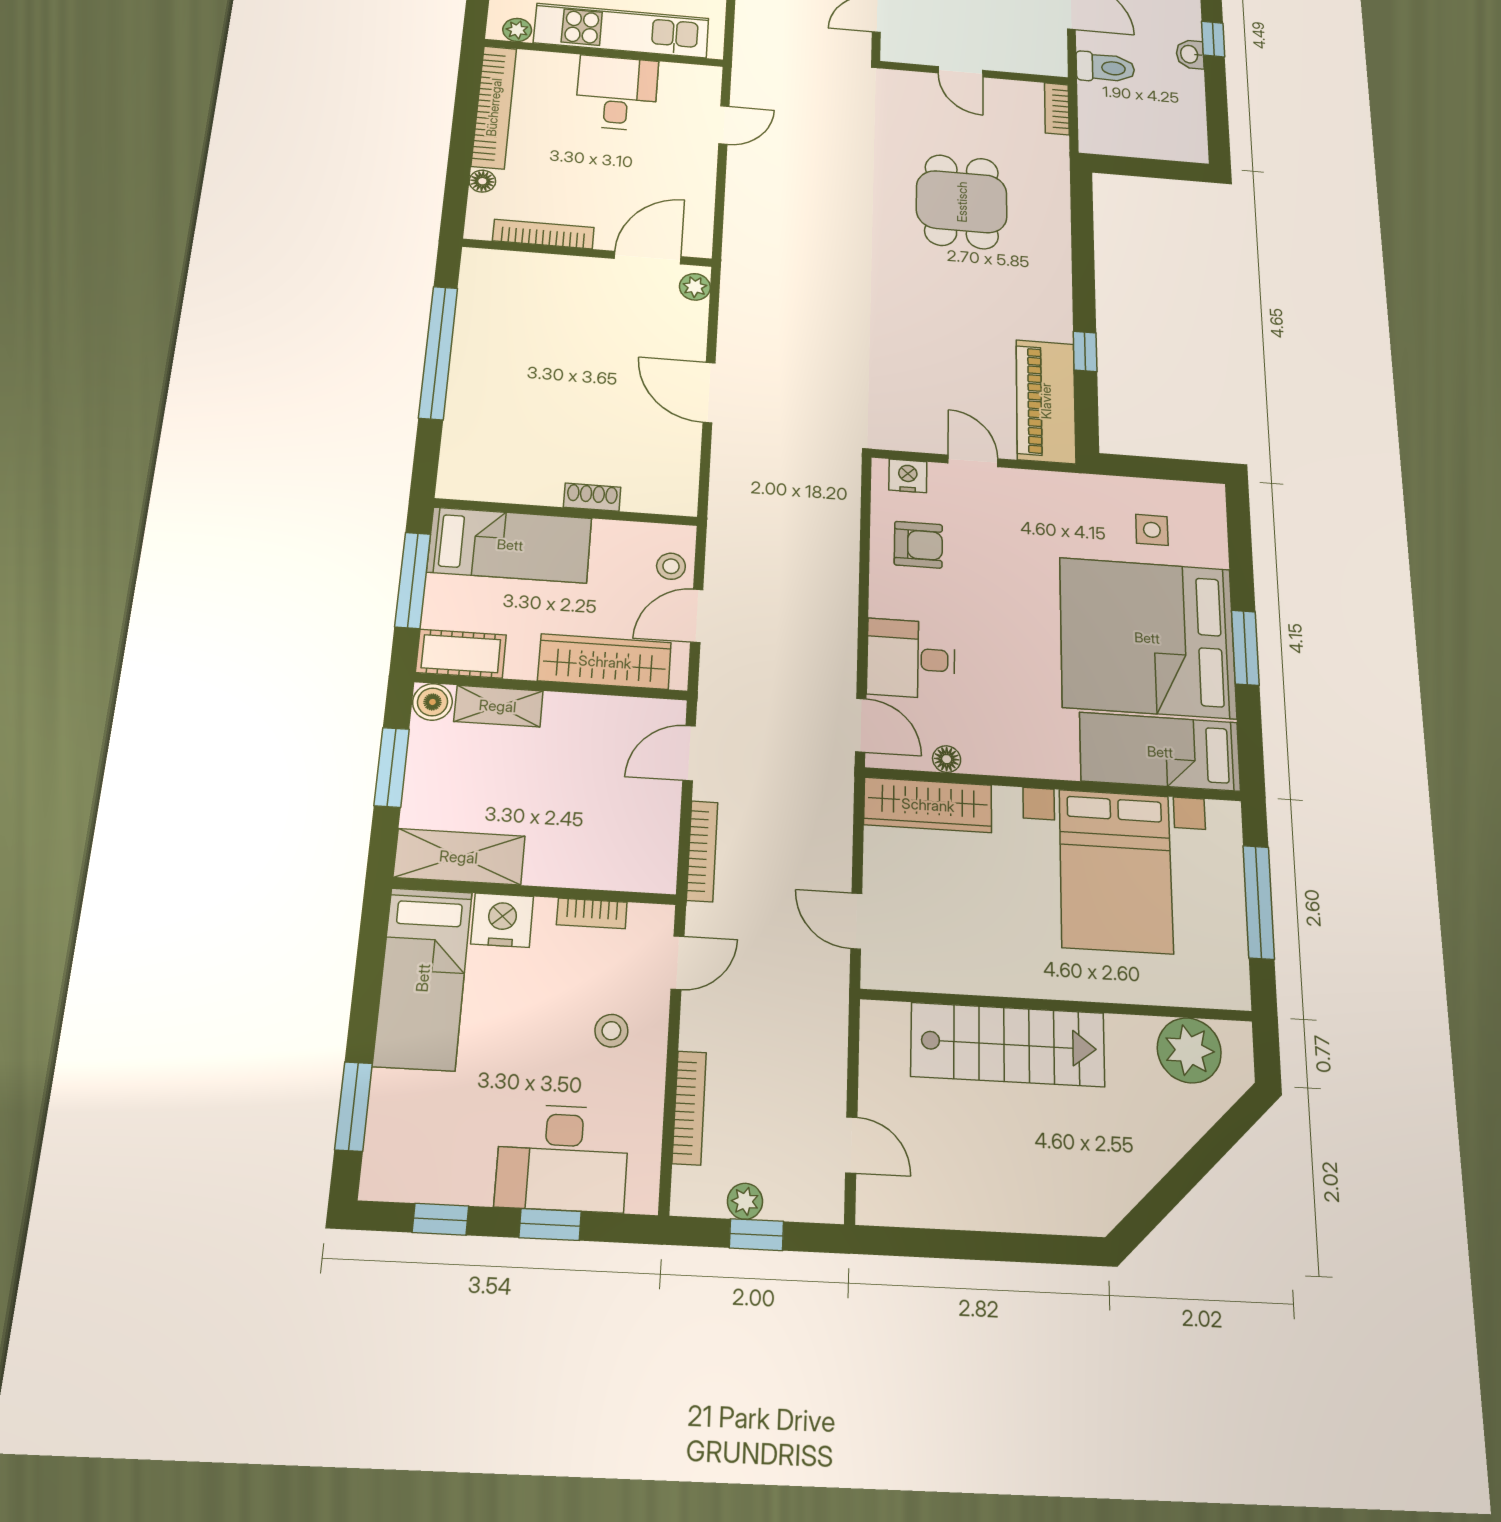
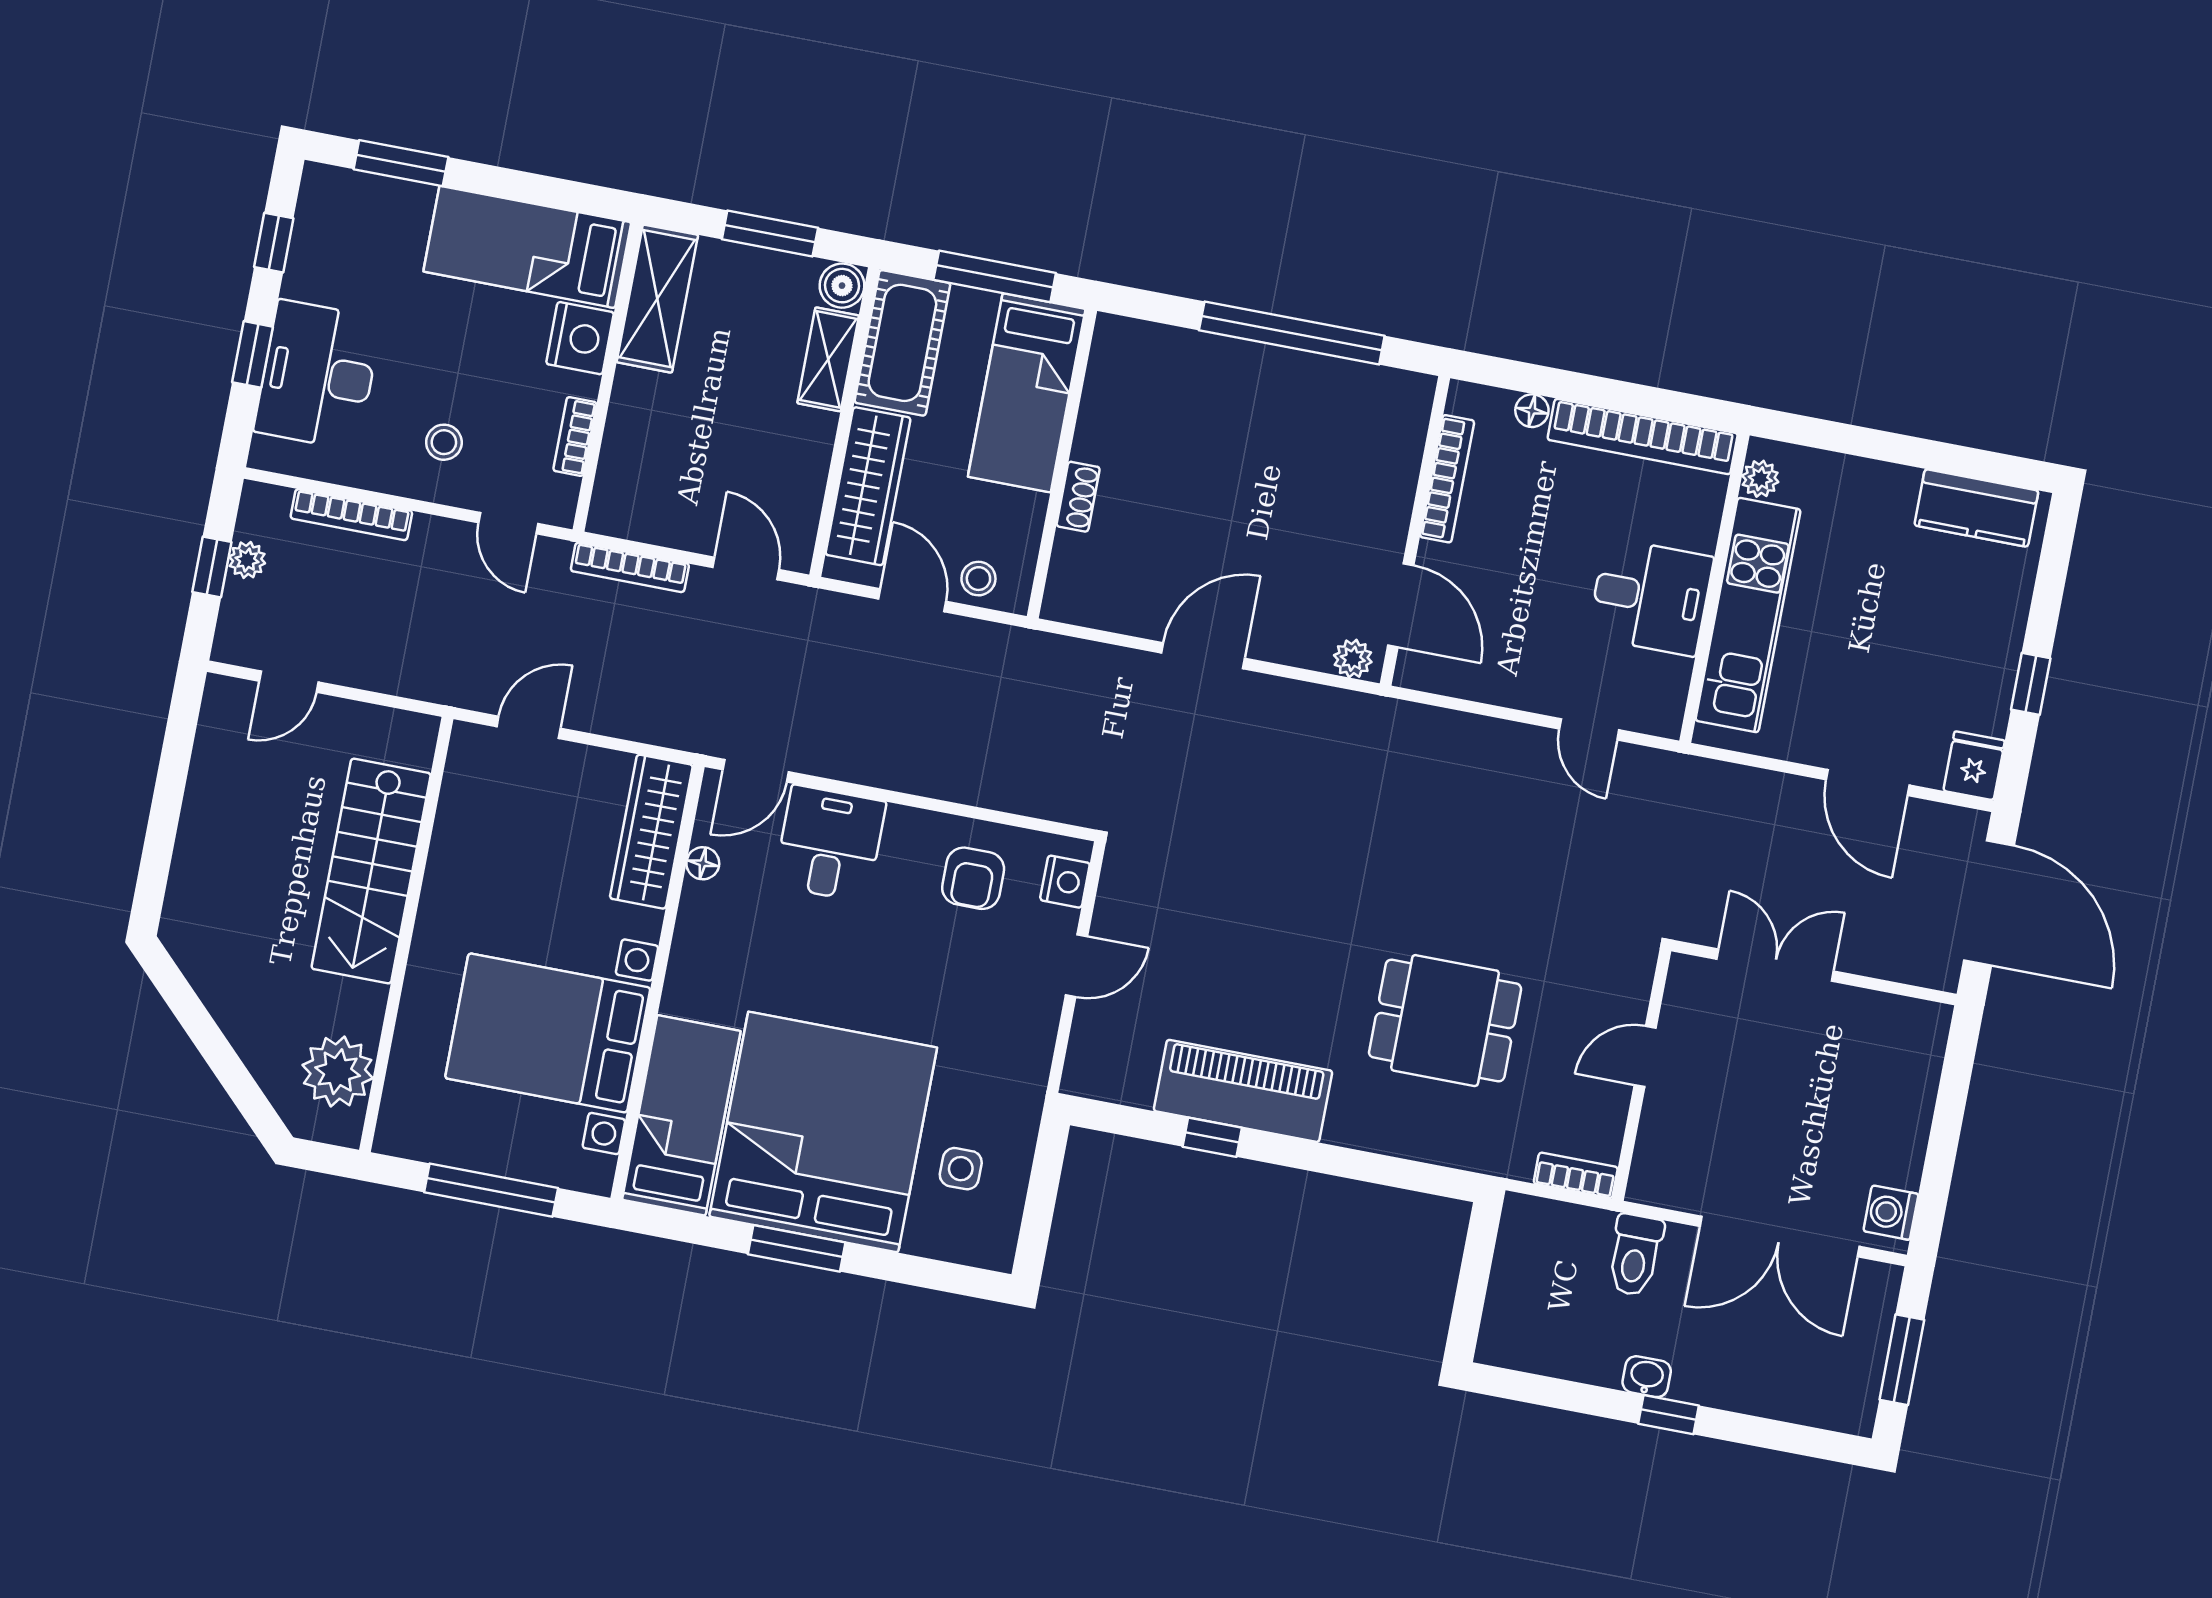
piano: (1046, 401) -> (1243, 1091), moved
cot: (461, 654) -> (902, 343), width x1.37, depth x1.34

